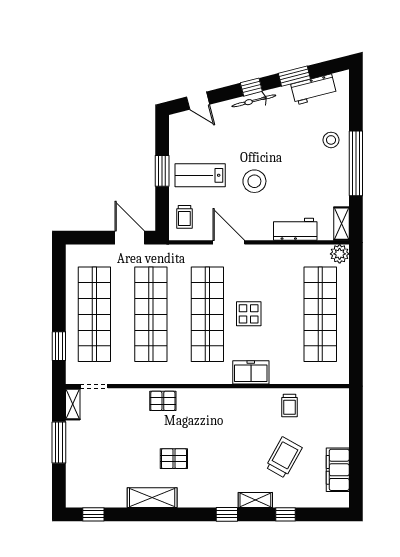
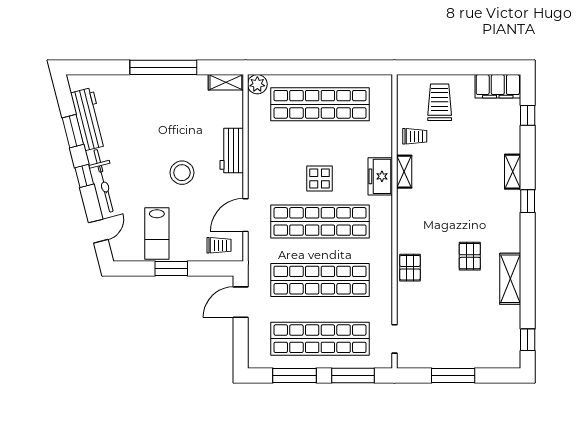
workbench: (314, 89) -> (89, 119), width x1.37
bicycle: (254, 101) -> (104, 181), width x1.37, depth x1.40
stool: (331, 140) -> (139, 93), removed
lab bench: (200, 175) -> (157, 233), moved
workbench: (295, 229) -> (232, 151), moved
door: (229, 242) -> (245, 215), moved
window: (59, 290) -> (294, 376), added
window: (59, 346) -> (353, 376), width x1.44
shelving: (73, 404) -> (404, 172), moved, turned 90
trolley: (284, 457) -> (440, 102), moved, turned 61
filing cabinet: (338, 470) -> (498, 86), moved
window: (286, 514) -> (528, 115), moved

